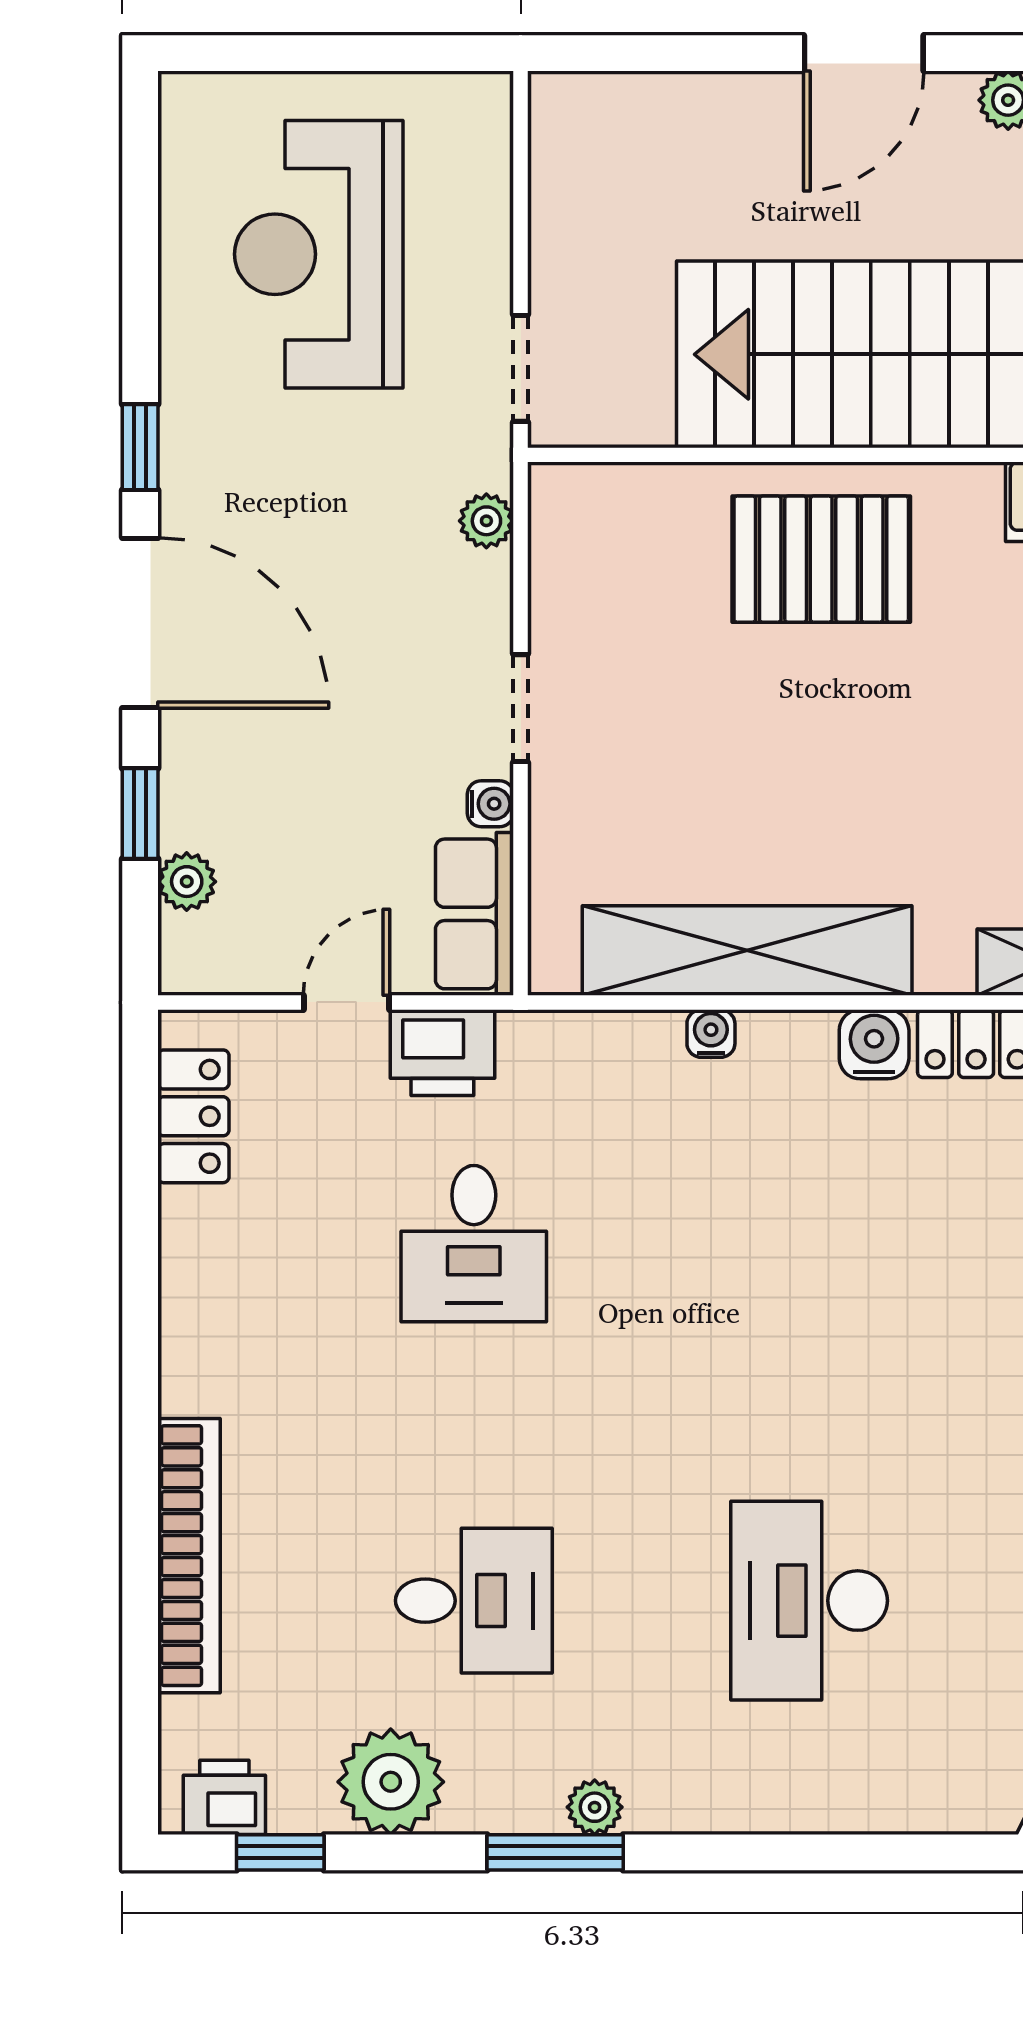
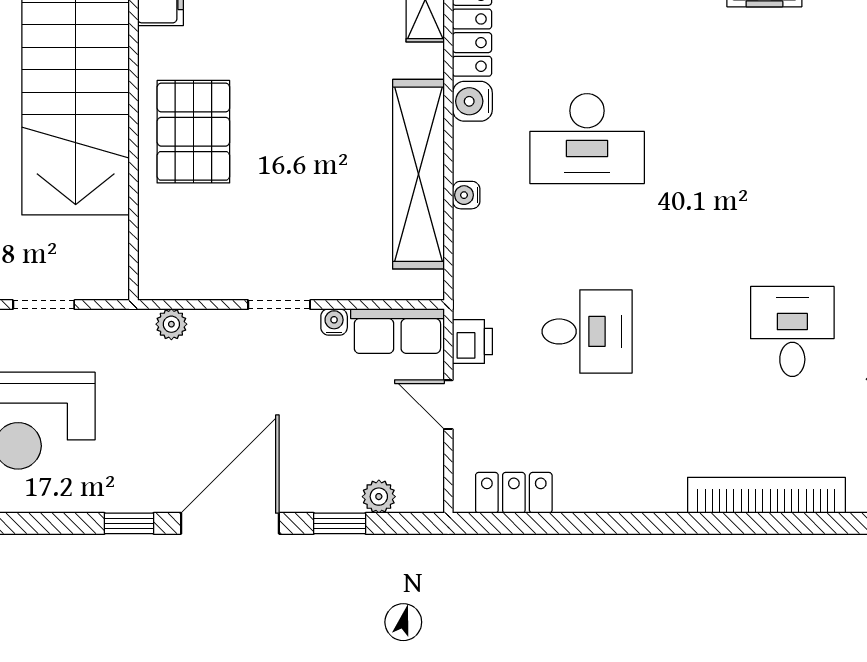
doorway: (521, 368) -> (44, 305), moved
printer: (442, 1053) -> (472, 341), width x0.73, depth x0.81
desk: (809, 1601) -> (587, 139), moved

